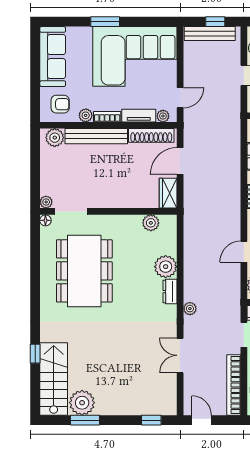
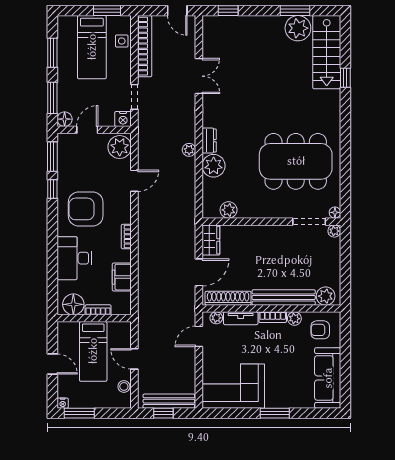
corner sofa: (135, 56) -> (233, 386), width x0.73, depth x0.74
dining table: (84, 271) -> (296, 161), turned 90
plant: (190, 309) -> (189, 150), moved

